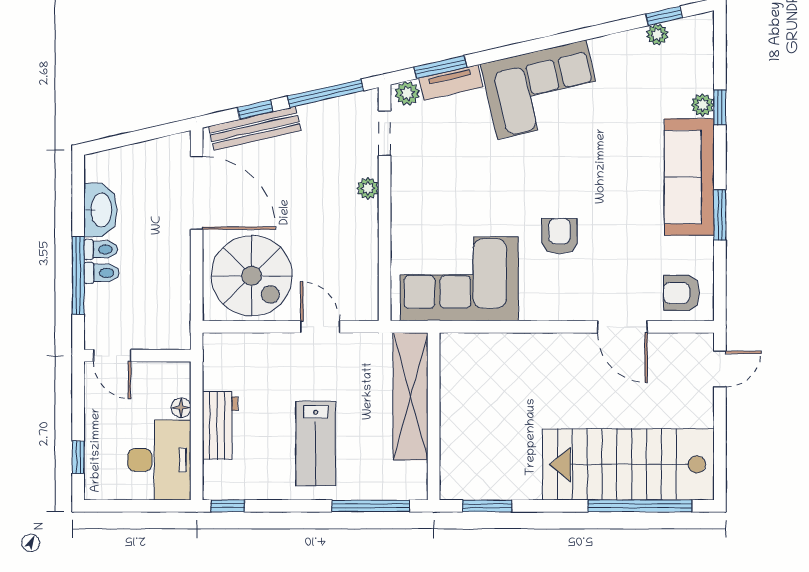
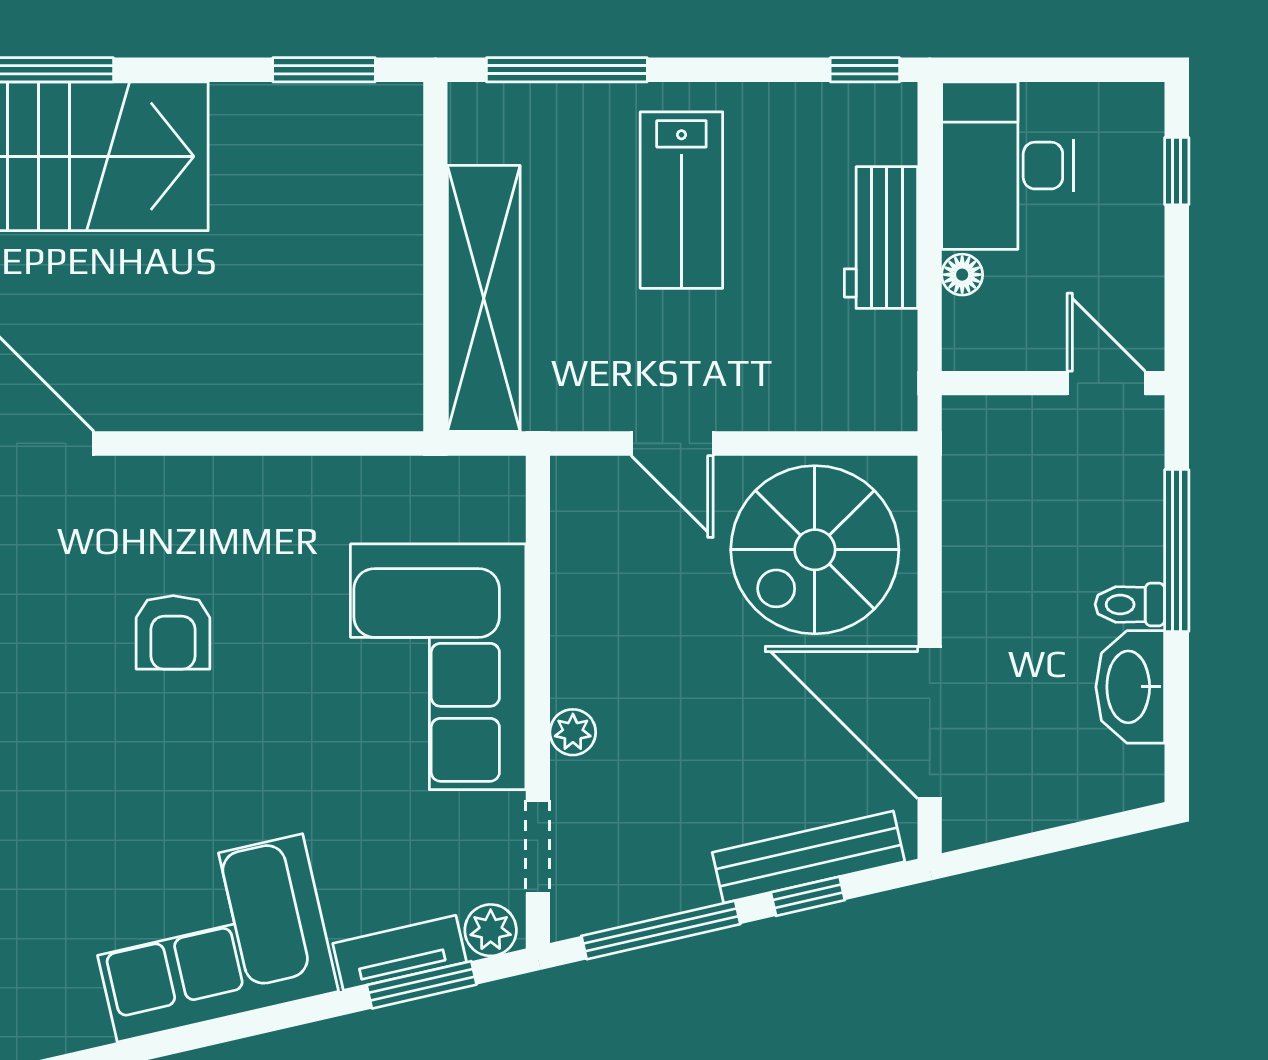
toilet: (102, 273) -> (1128, 556), removed
spiral stairs: (252, 276) -> (815, 550), turned -90
corner sofa: (459, 279) -> (438, 667), moved, turned 90
lab bench: (316, 443) -> (681, 200), turned 180

